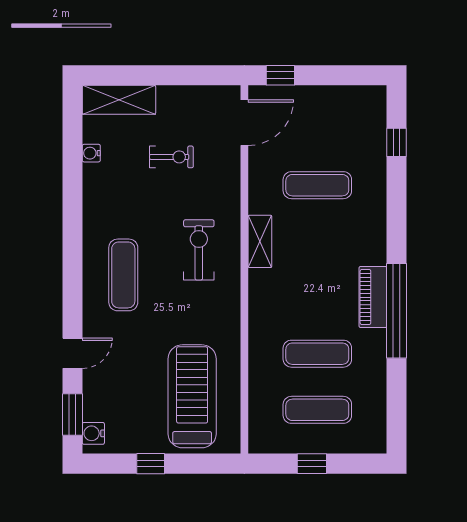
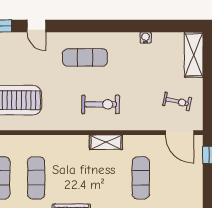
water cooler: (91, 153) -> (146, 38), moved
exercise bike: (171, 157) -> (177, 101), moved, turned -78

